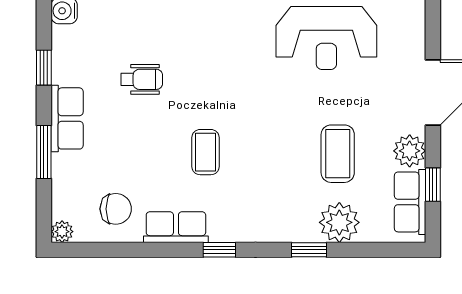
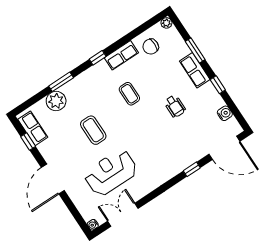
wheelchair: (142, 79) -> (175, 106), turned -90
plant: (410, 151) -> (47, 149), removed
coffee table: (338, 154) -> (93, 130), moved
window: (309, 250) -> (61, 82), width x1.50

